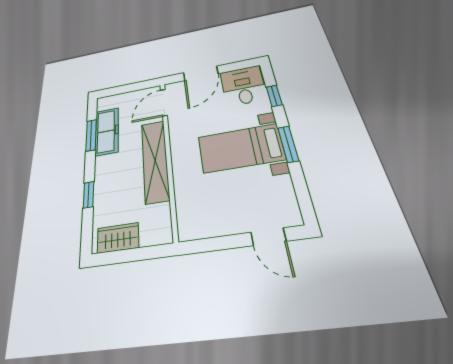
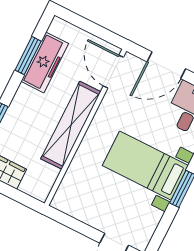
door: (164, 103) -> (113, 72), hinge flipped

